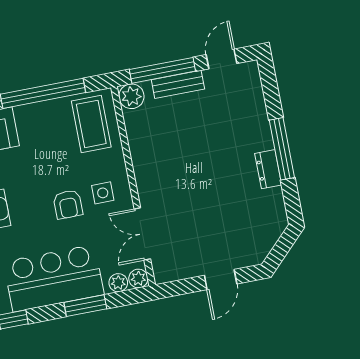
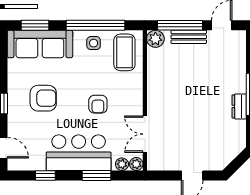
side table: (103, 193) -> (94, 43), moved

